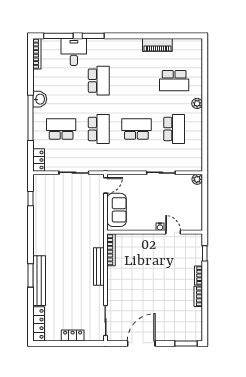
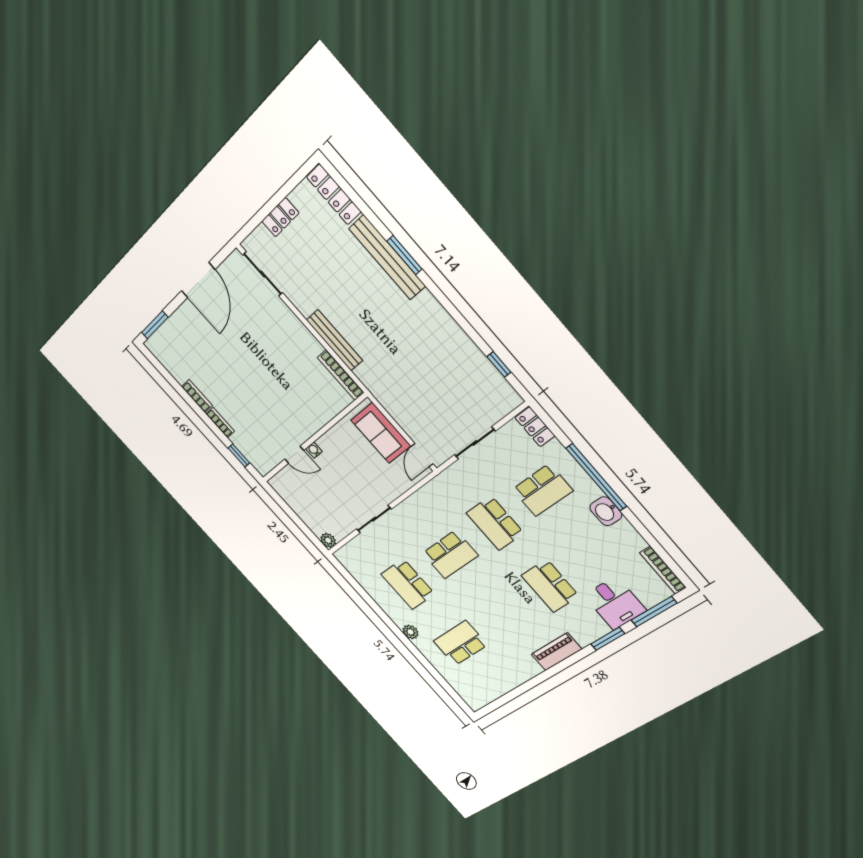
piano: (157, 45) -> (556, 652), moved

